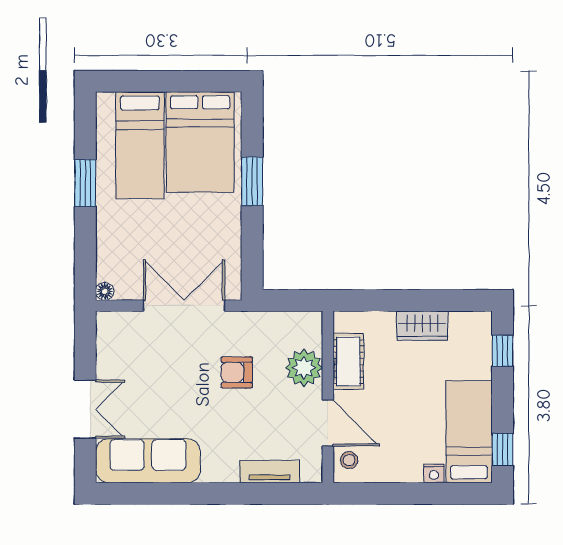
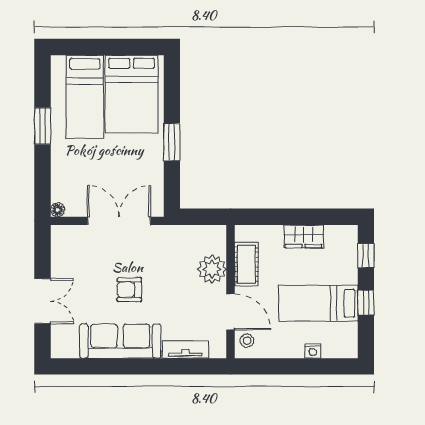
window: (252, 181) -> (172, 142), moved
armchair: (237, 372) -> (129, 290), moved
bed: (469, 432) -> (318, 303), moved, turned -90
window: (503, 450) -> (366, 303), moved
sofa: (148, 461) -> (120, 341), moved

